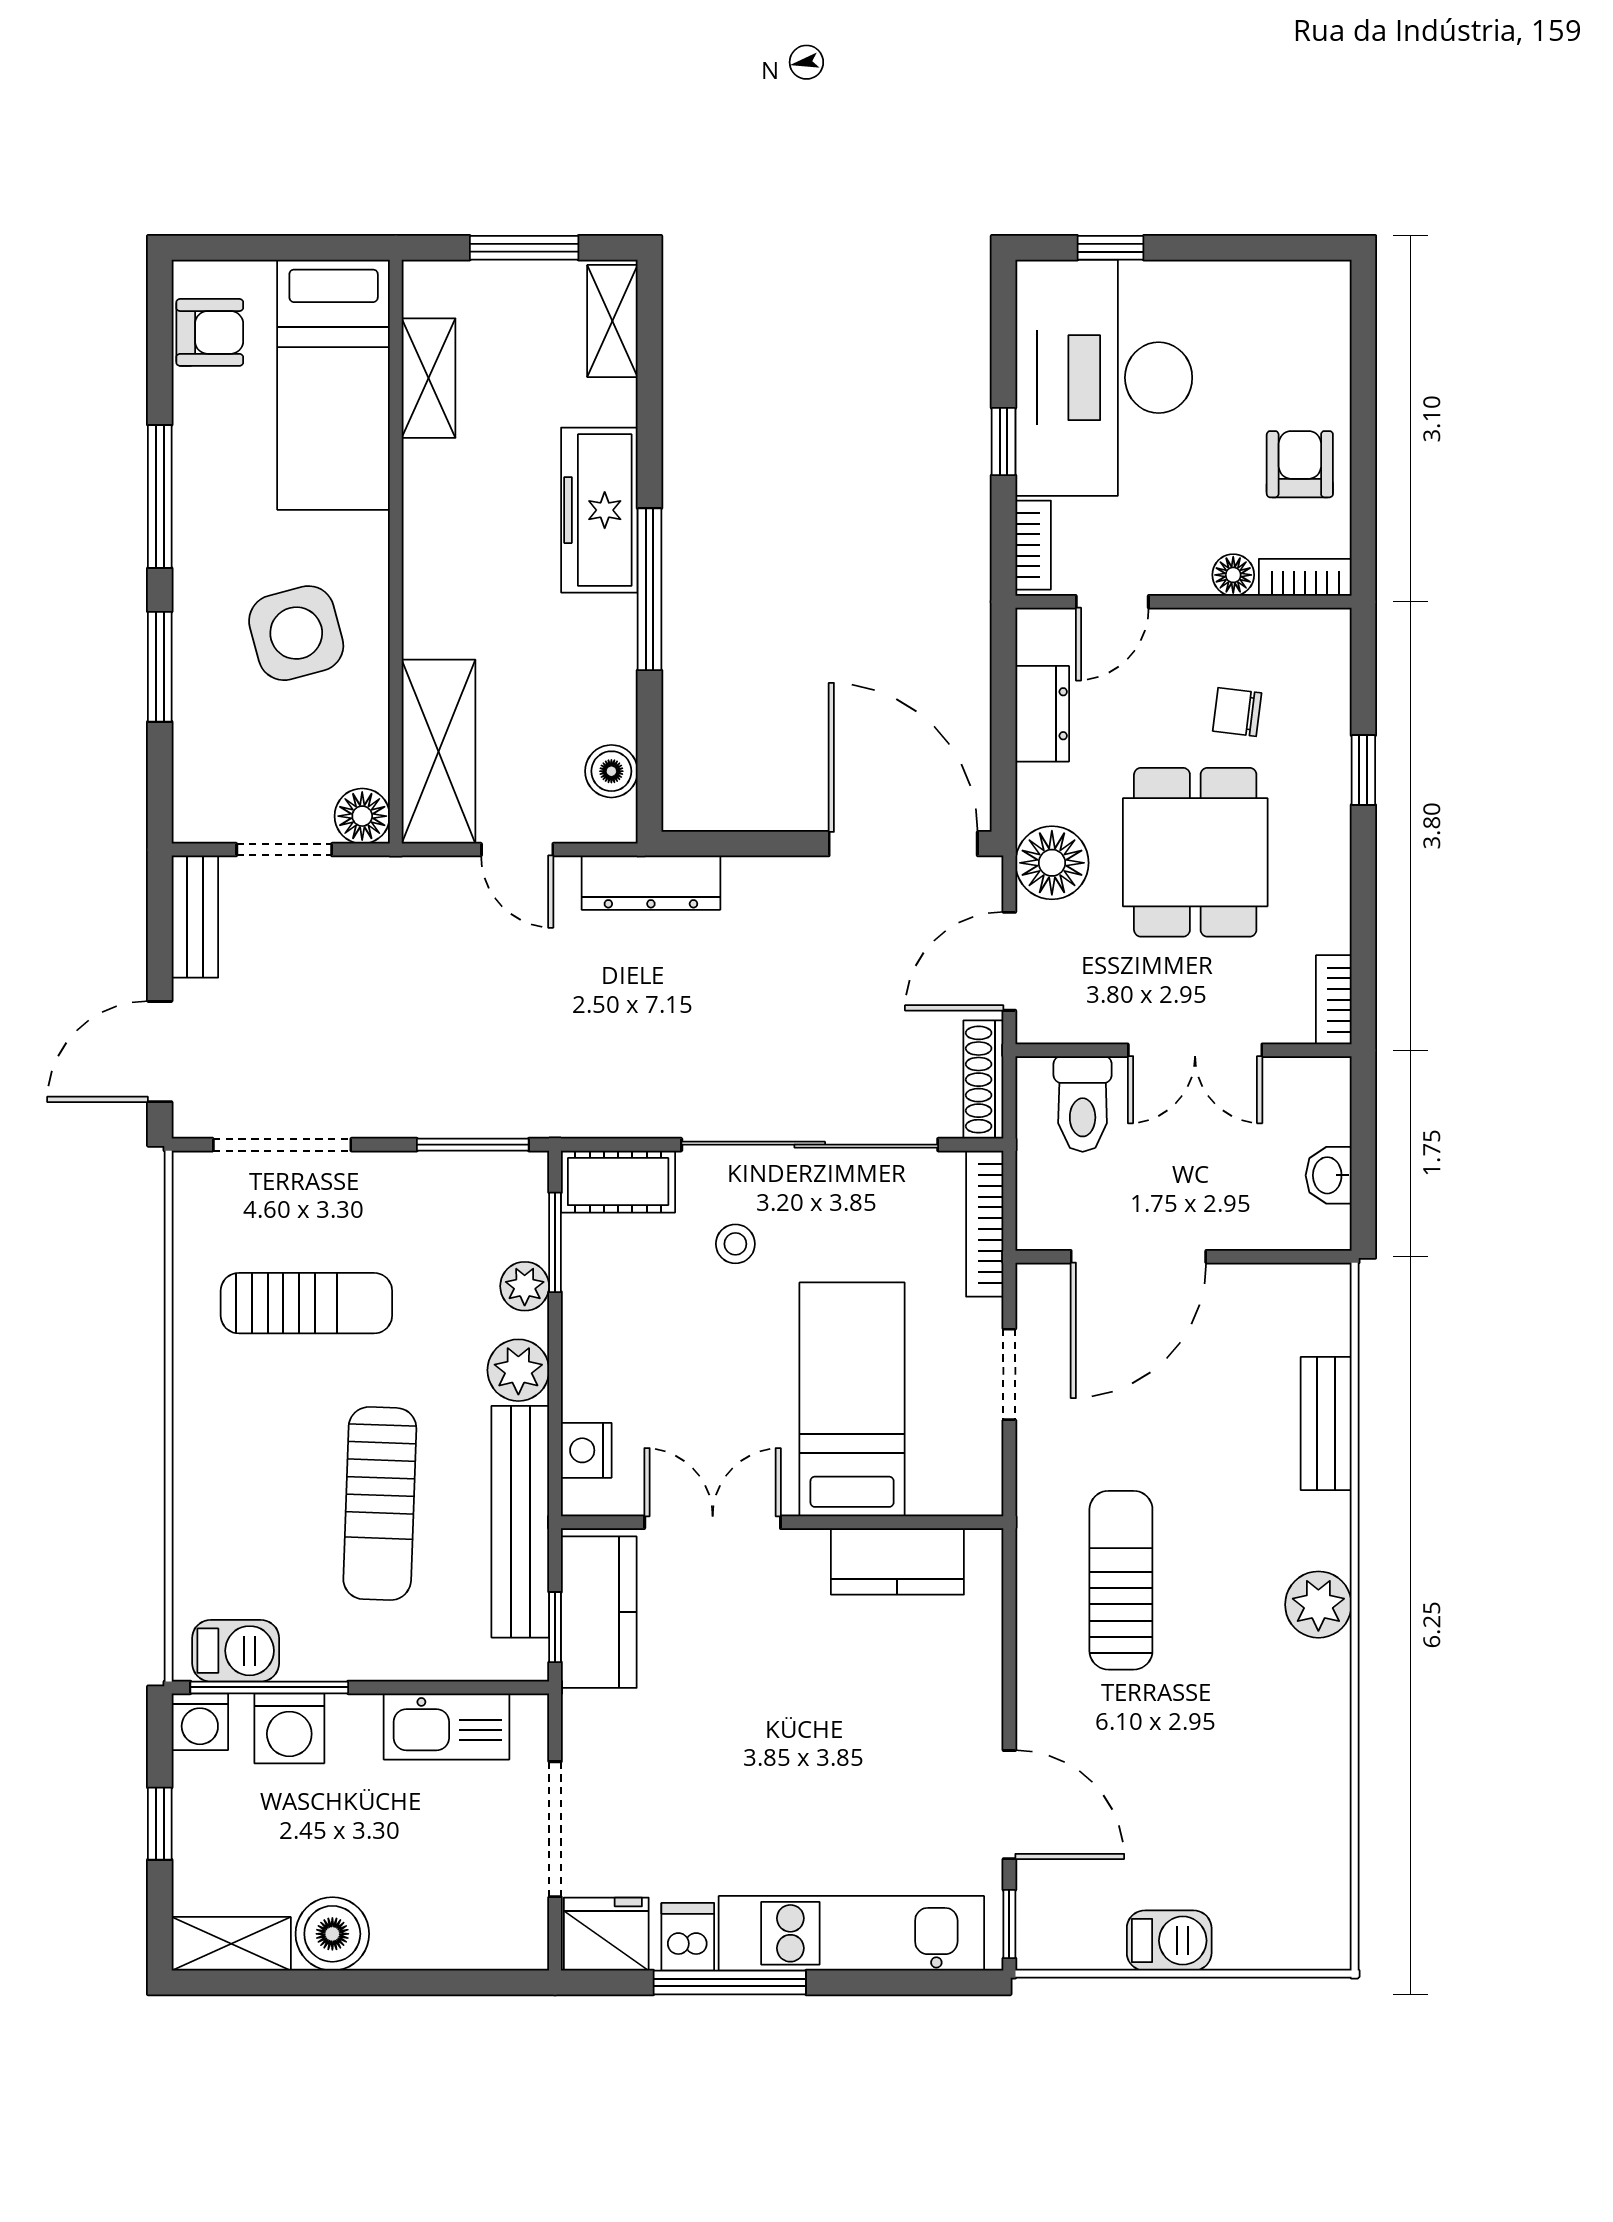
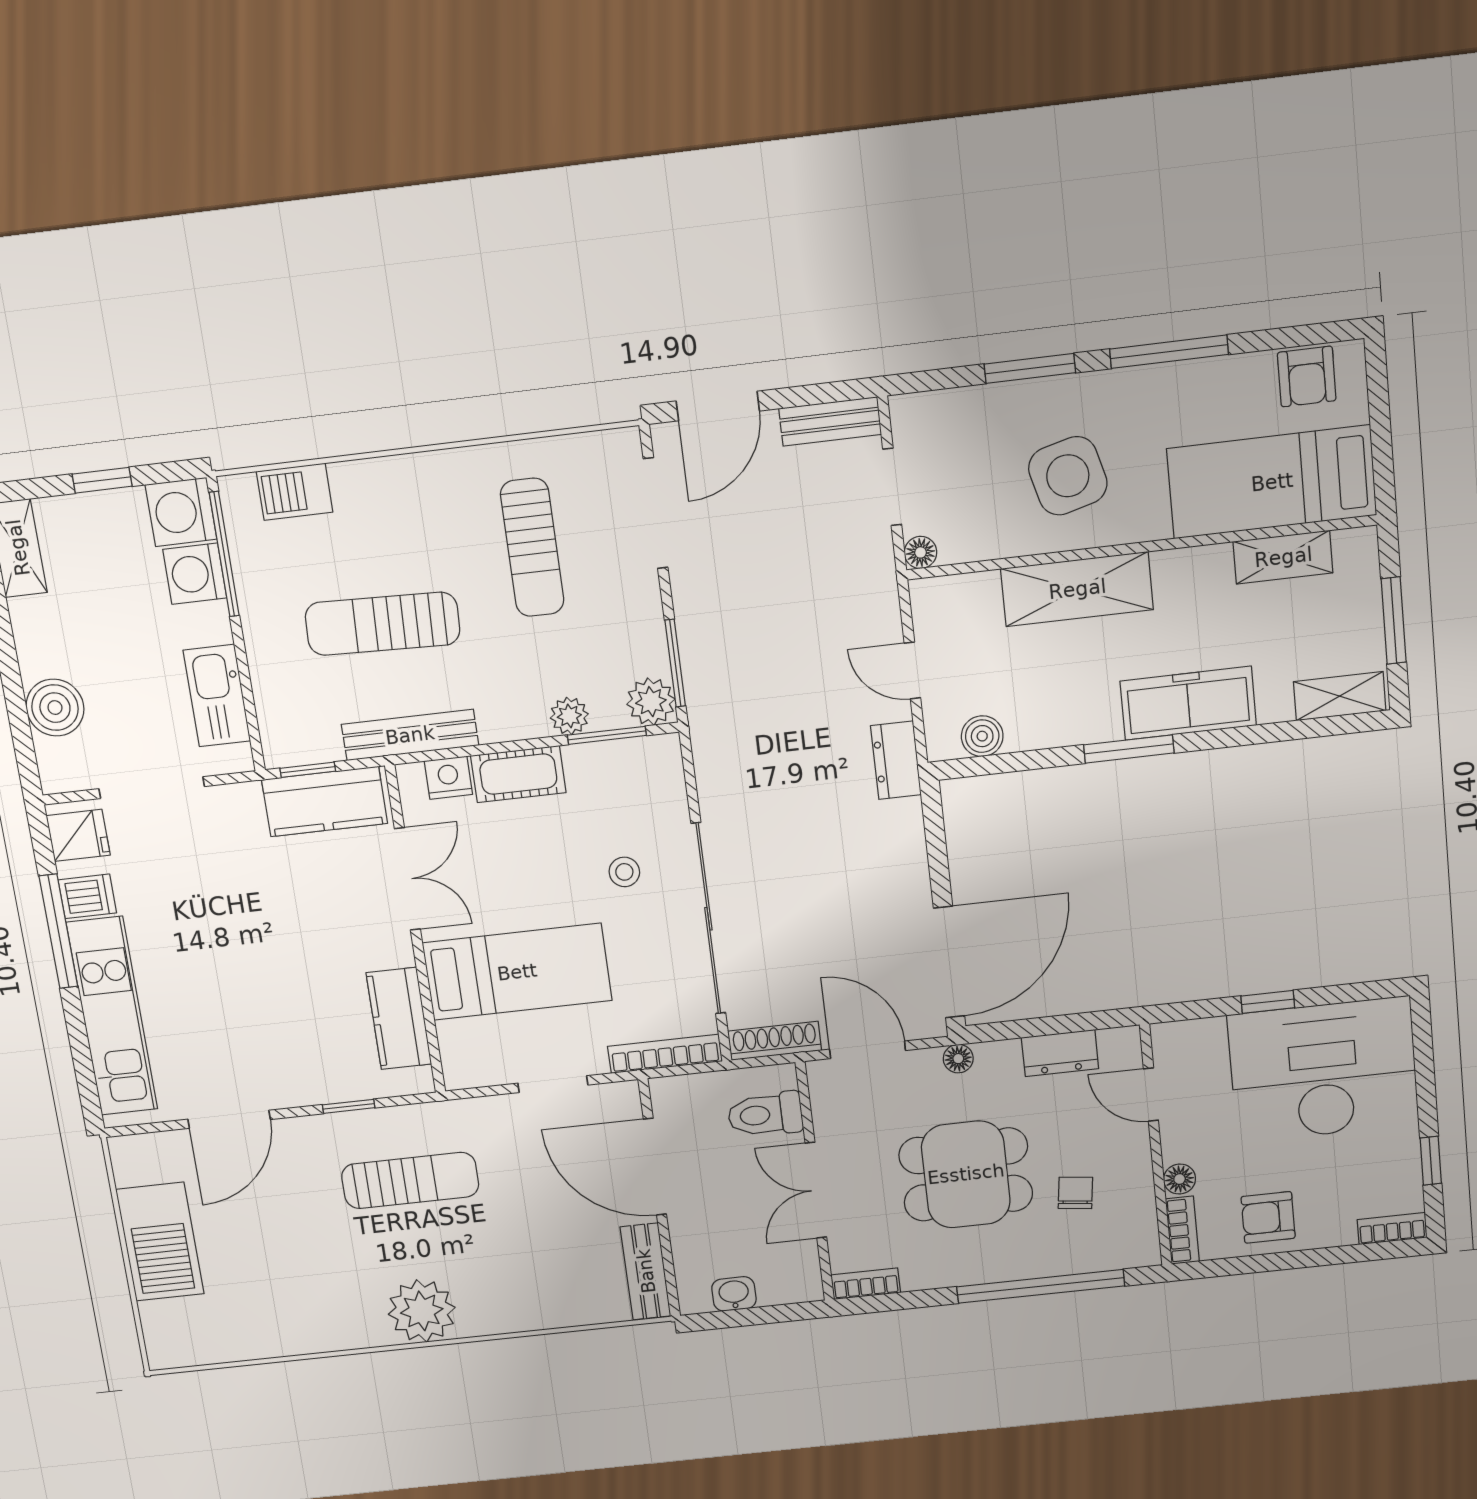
window: (1110, 248) -> (1431, 1161), moved
armchair: (1300, 464) -> (1268, 1217), turned 180
bookcase: (1033, 545) -> (1392, 1229), moved, turned 180
window: (649, 589) -> (1129, 749), width x0.69
shelving: (438, 752) -> (1077, 589), moved
window: (1363, 770) -> (1041, 1286), width x3.17
floor lamp: (362, 816) -> (921, 552), width x0.73, depth x0.73
door: (517, 850) -> (912, 671), hinge flipped
floor lamp: (1052, 863) -> (958, 1059), width x0.53, depth x0.53
dresser: (651, 883) -> (896, 760), width x0.70
door: (160, 1052) -> (718, 406), swing flipped
cot: (618, 1182) -> (518, 774), moved, turned 90
plant: (518, 1370) -> (651, 702), moved
bench: (1326, 1423) -> (646, 1271), moved, turned 90
bench: (520, 1522) -> (410, 735), width x0.73, depth x0.82
plant: (1318, 1605) -> (422, 1311), width x1.36, depth x1.36
barbecue: (236, 1651) -> (295, 492), moved, turned 90
washing machine: (200, 1722) -> (181, 512), width x1.38, depth x1.38
window: (1009, 1924) -> (349, 1106), moved
boiler: (332, 1934) -> (55, 708), moved
fridge: (606, 1934) -> (78, 835), width x0.72
barbecue: (1169, 1941) -> (160, 1242), width x1.88, depth x1.53

